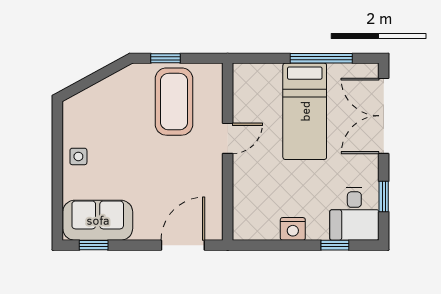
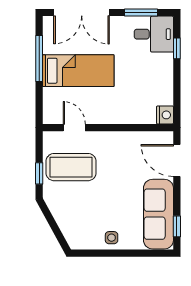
door: (228, 138) -> (74, 128), moved
window: (384, 196) -> (141, 12), width x1.50
sofa: (98, 220) -> (158, 214), width x1.36
nightstand: (293, 229) -> (165, 115), moved

